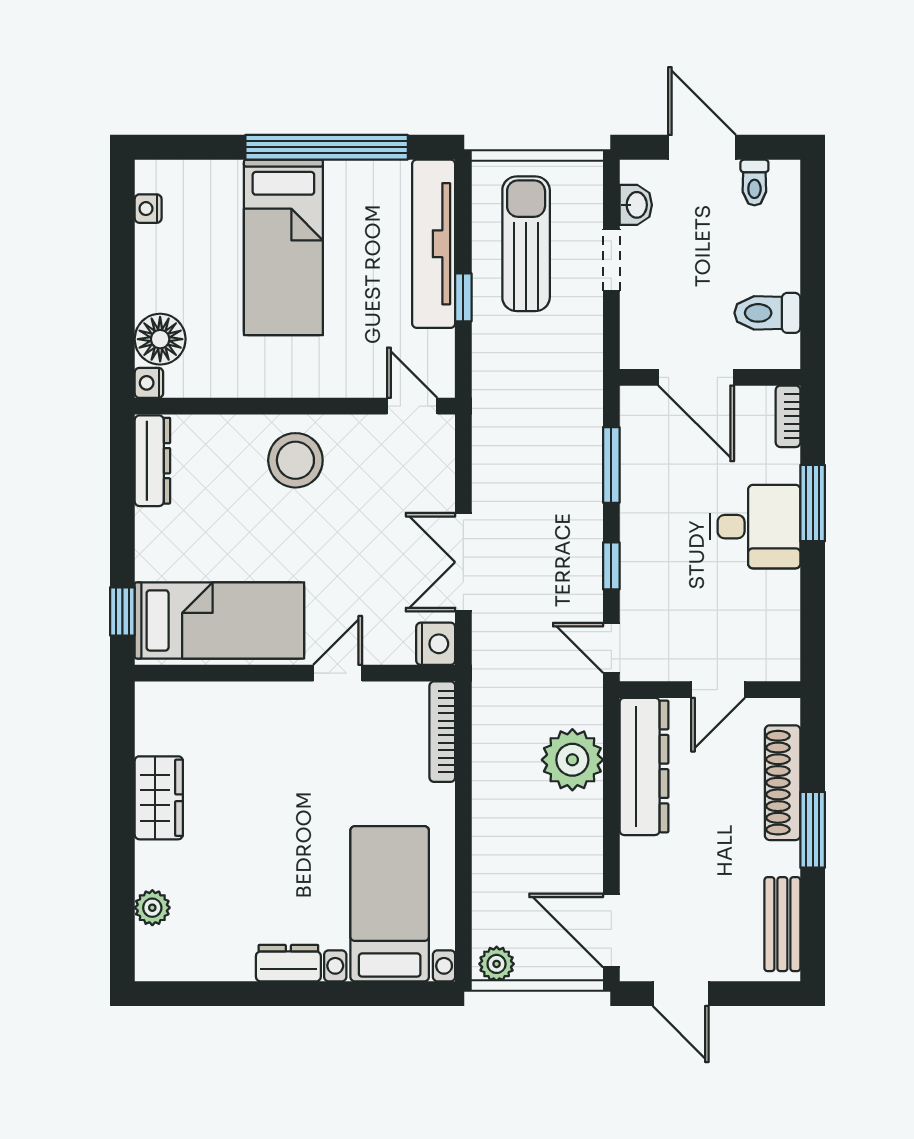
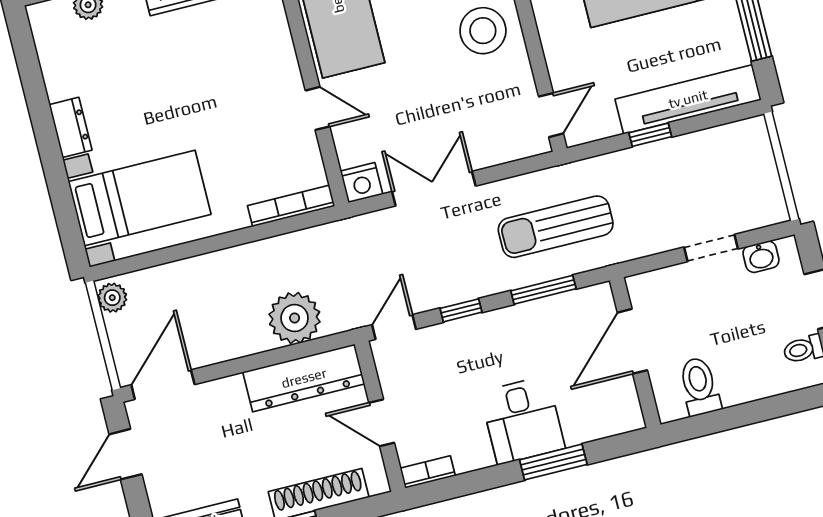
sun lounger: (526, 244) -> (556, 227), moved, turned 180
bookcase: (788, 416) -> (428, 472), moved

